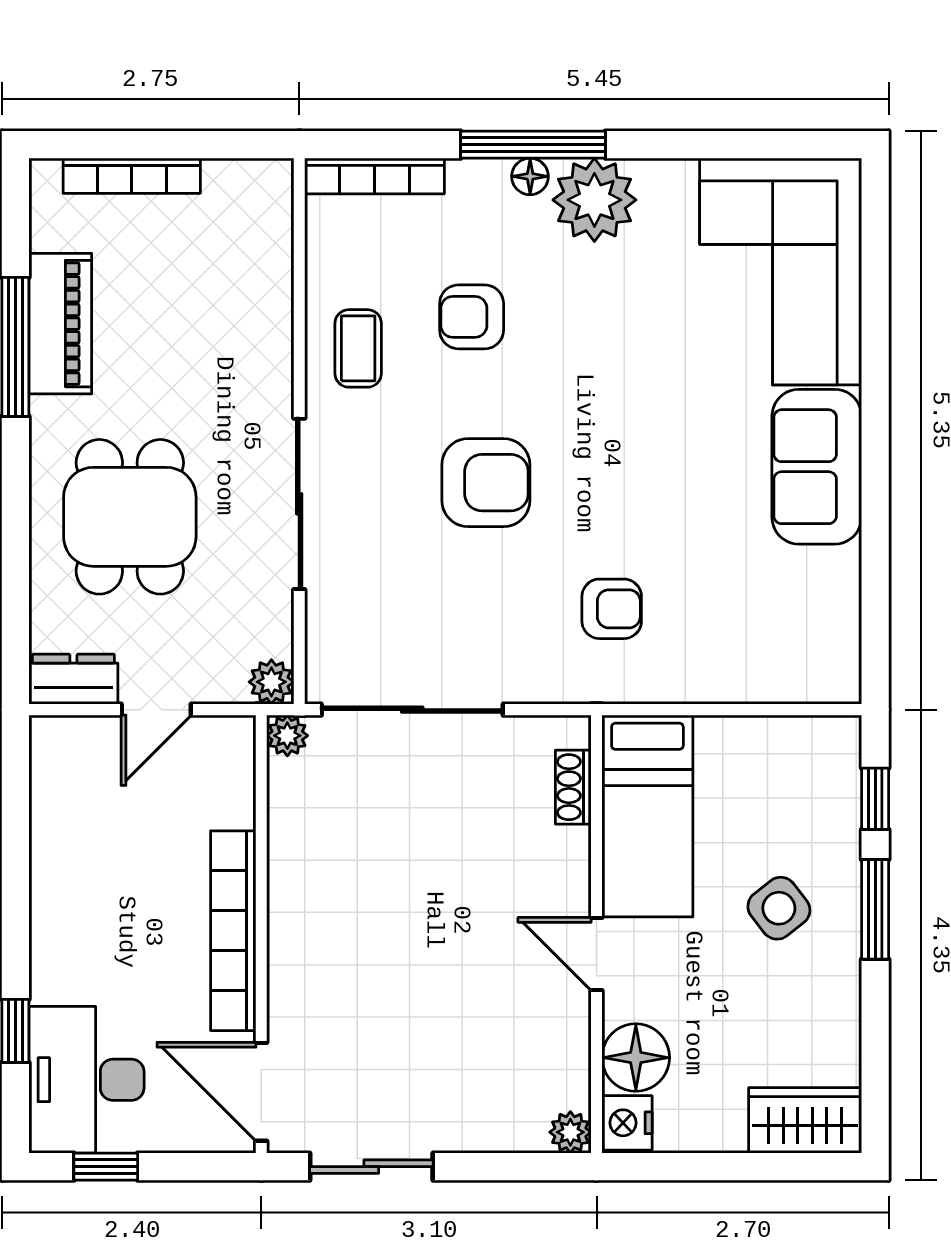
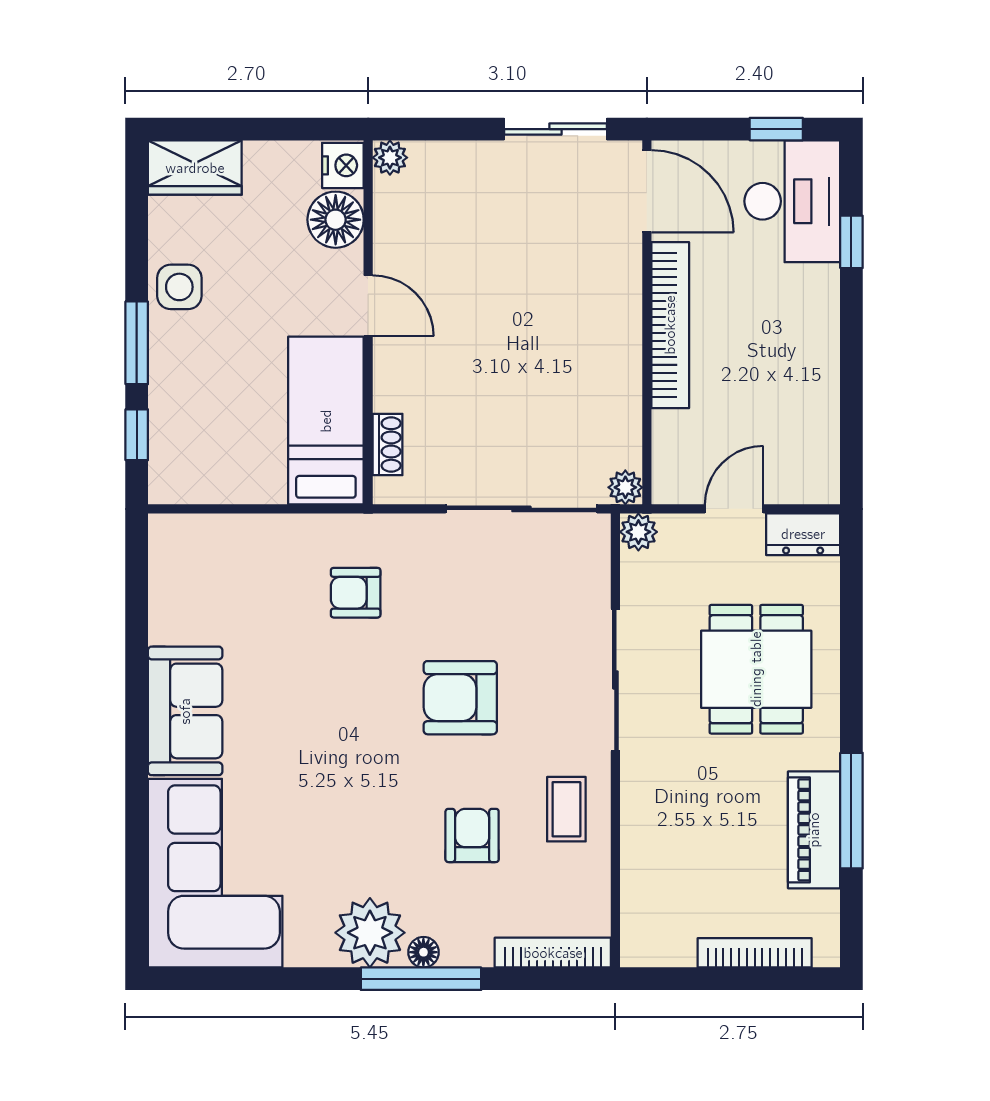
armchair: (472, 317) -> (472, 835), turned -90
side table: (779, 908) -> (179, 287), moved, turned 38

